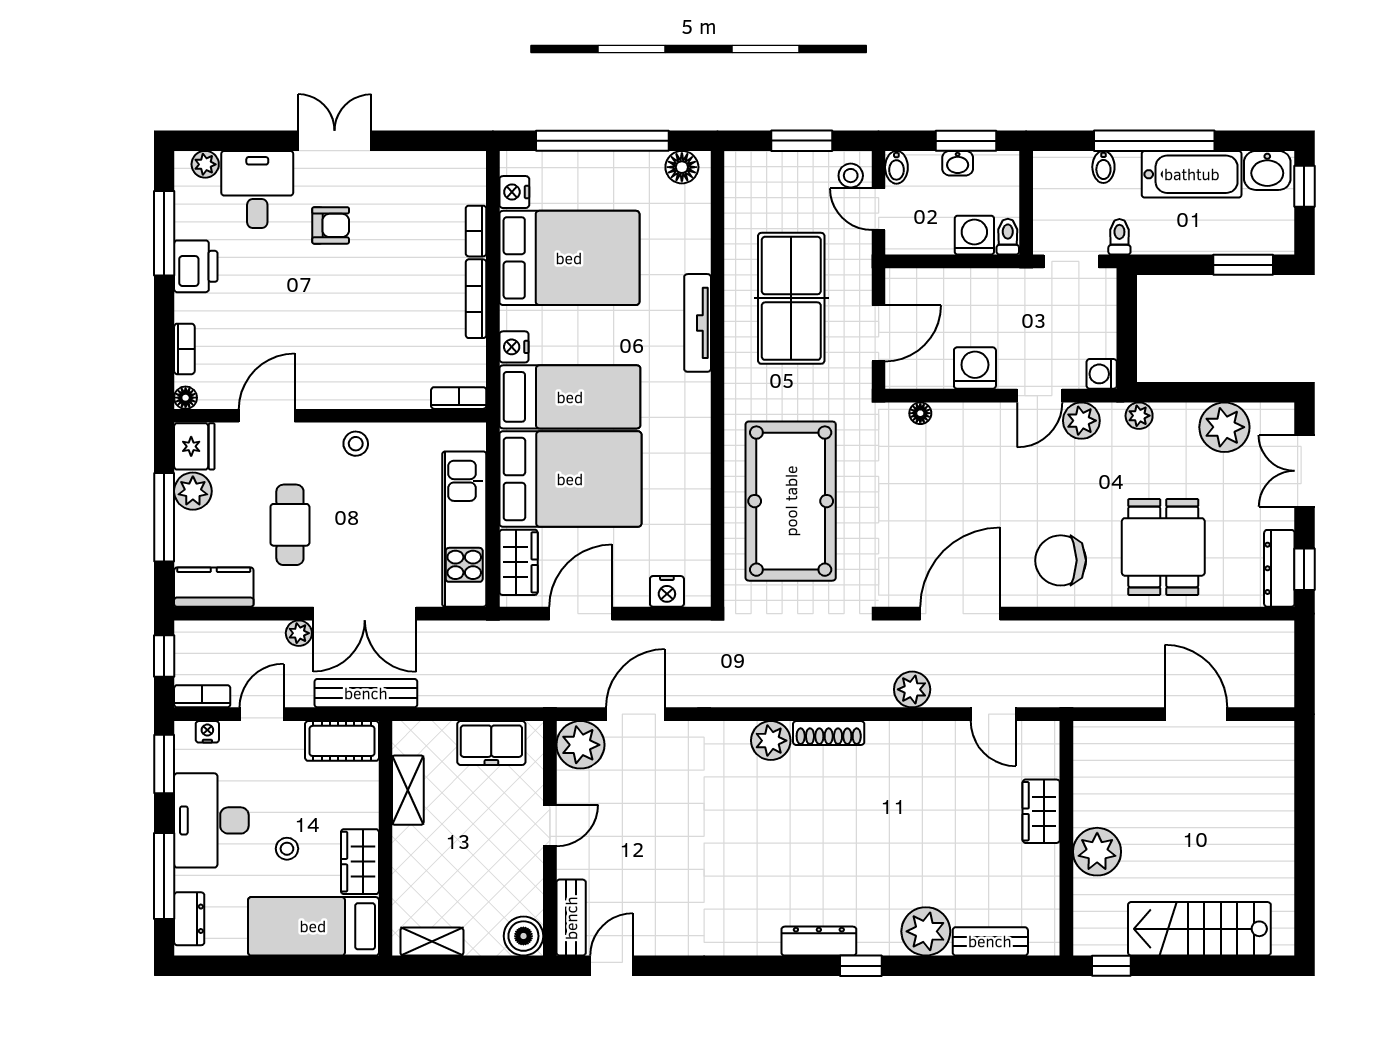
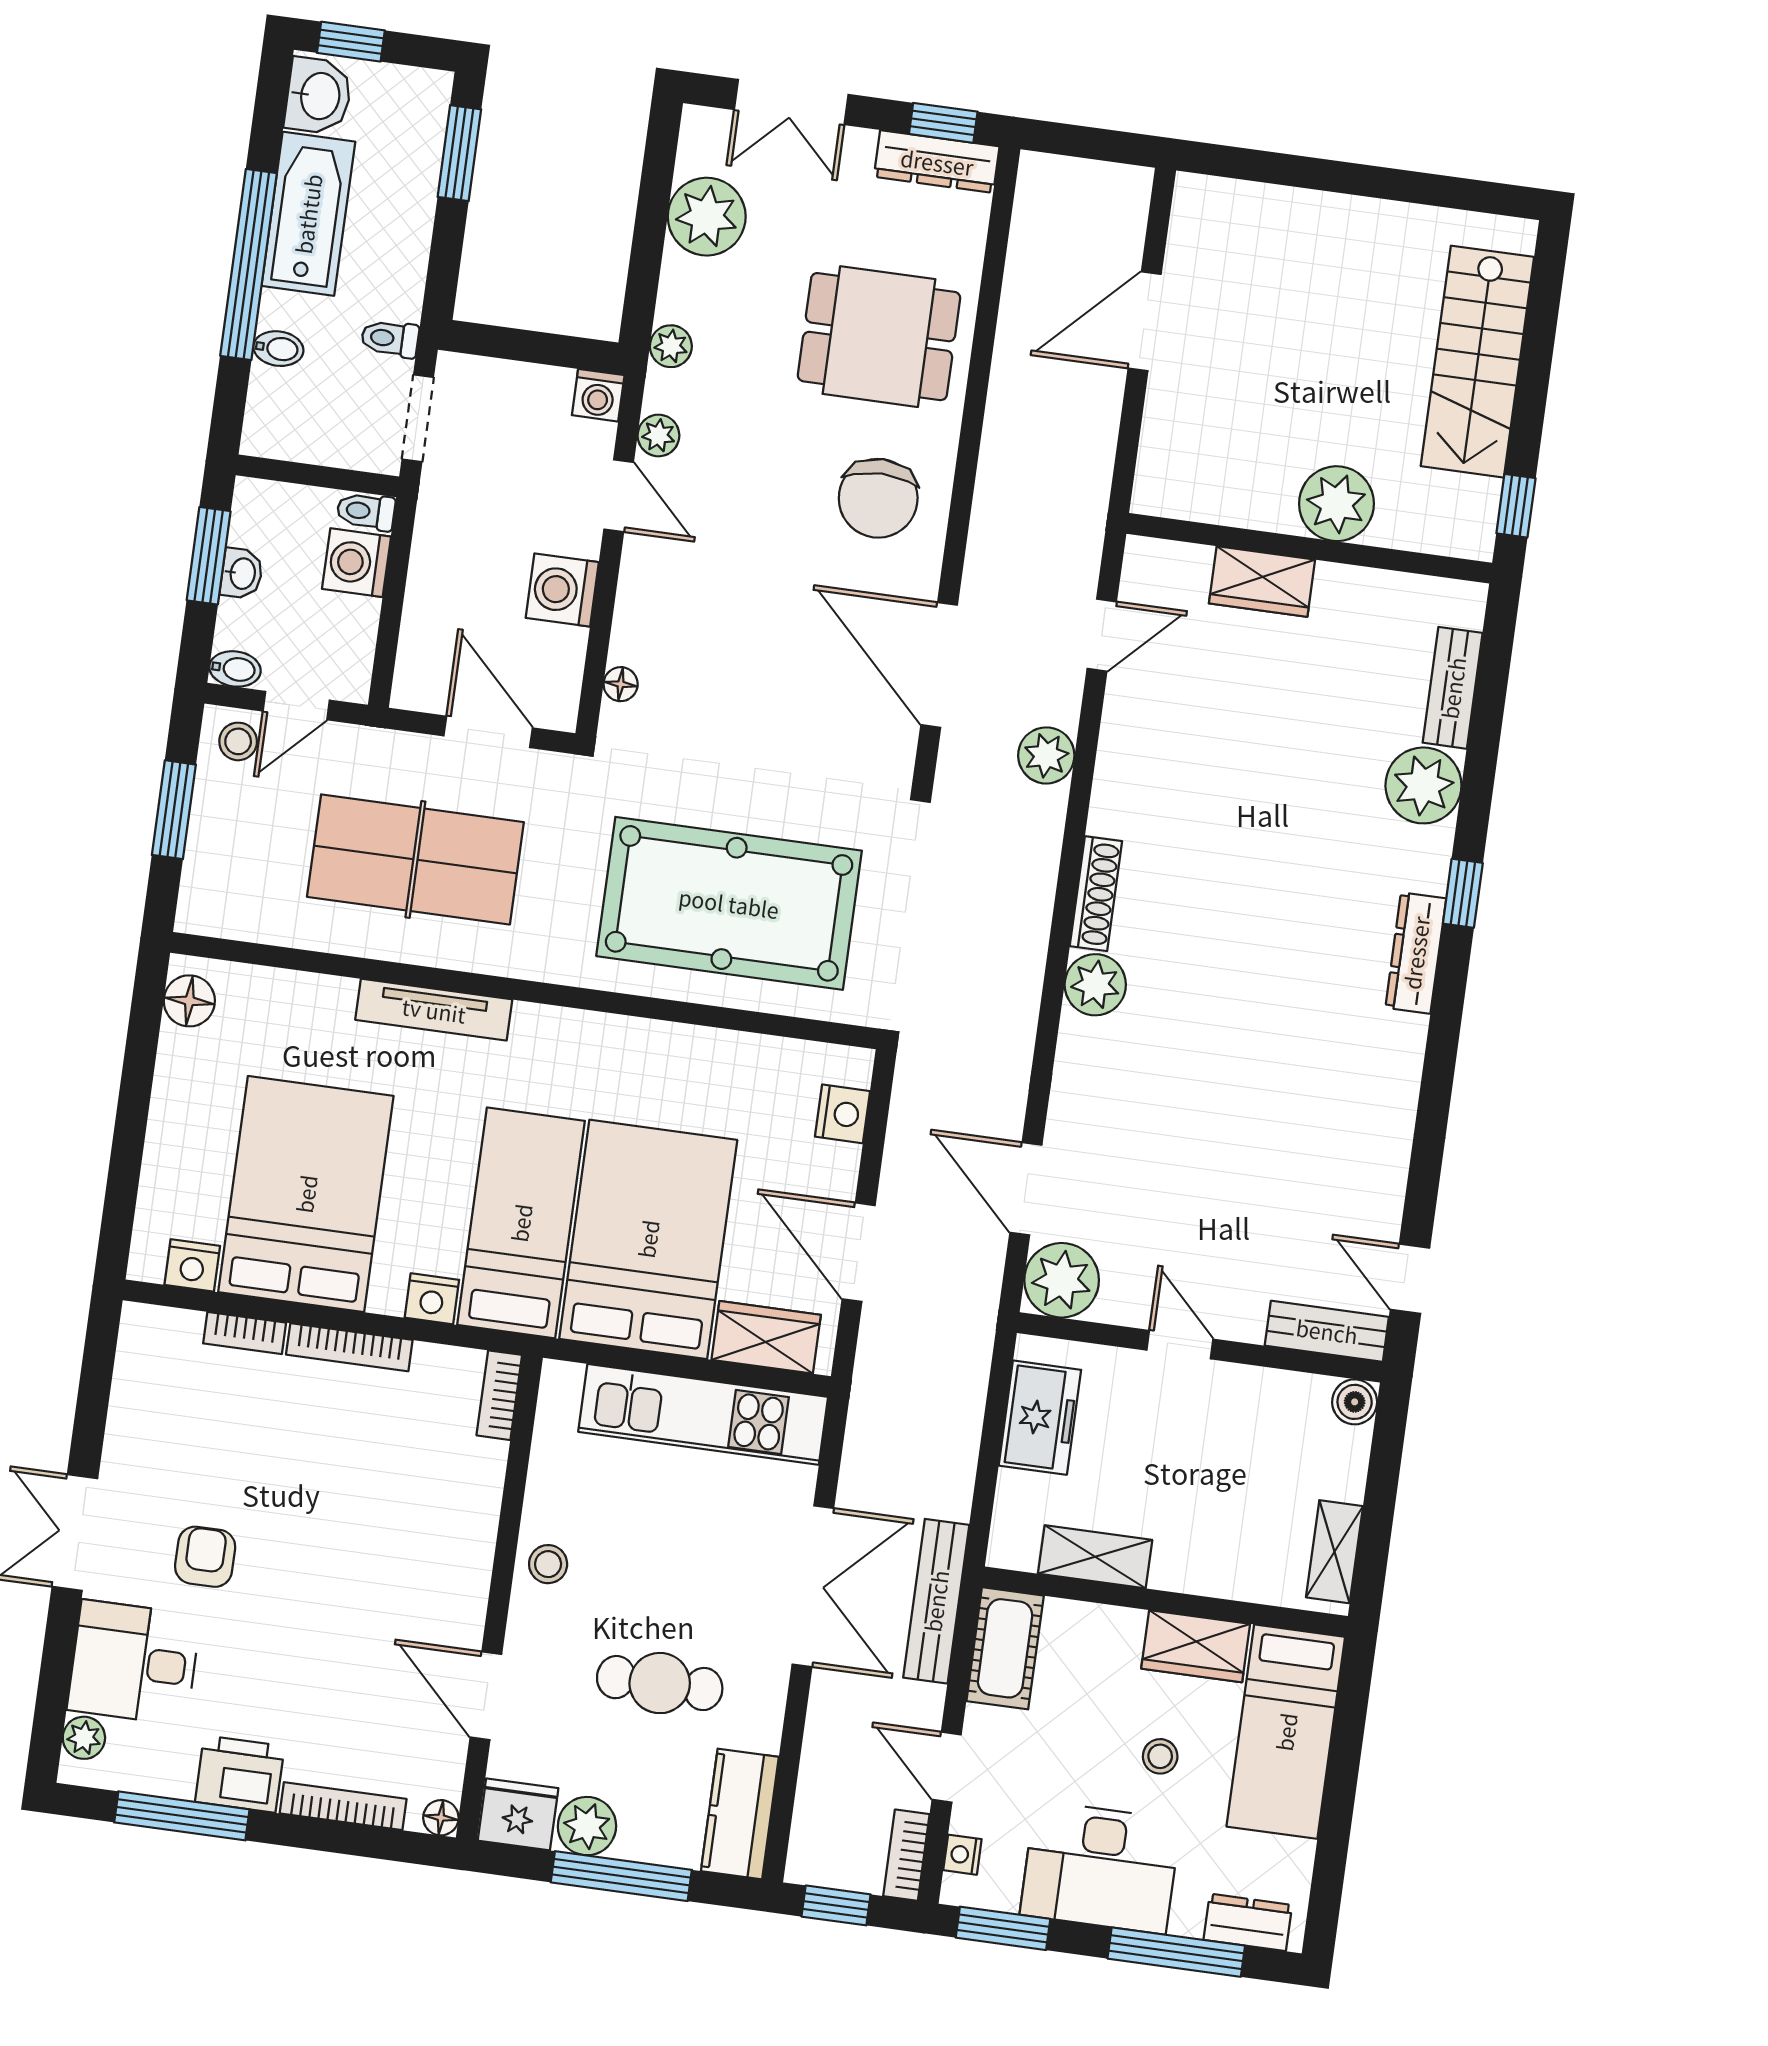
window: (602, 141) -> (132, 1118), removed
bookcase: (184, 349) -> (343, 1806), width x1.56
plant: (1081, 421) -> (658, 435), width x0.73, depth x0.73
plant: (299, 633) -> (829, 1692), removed
boiler: (523, 936) -> (1355, 1402), width x0.73, depth x0.73

